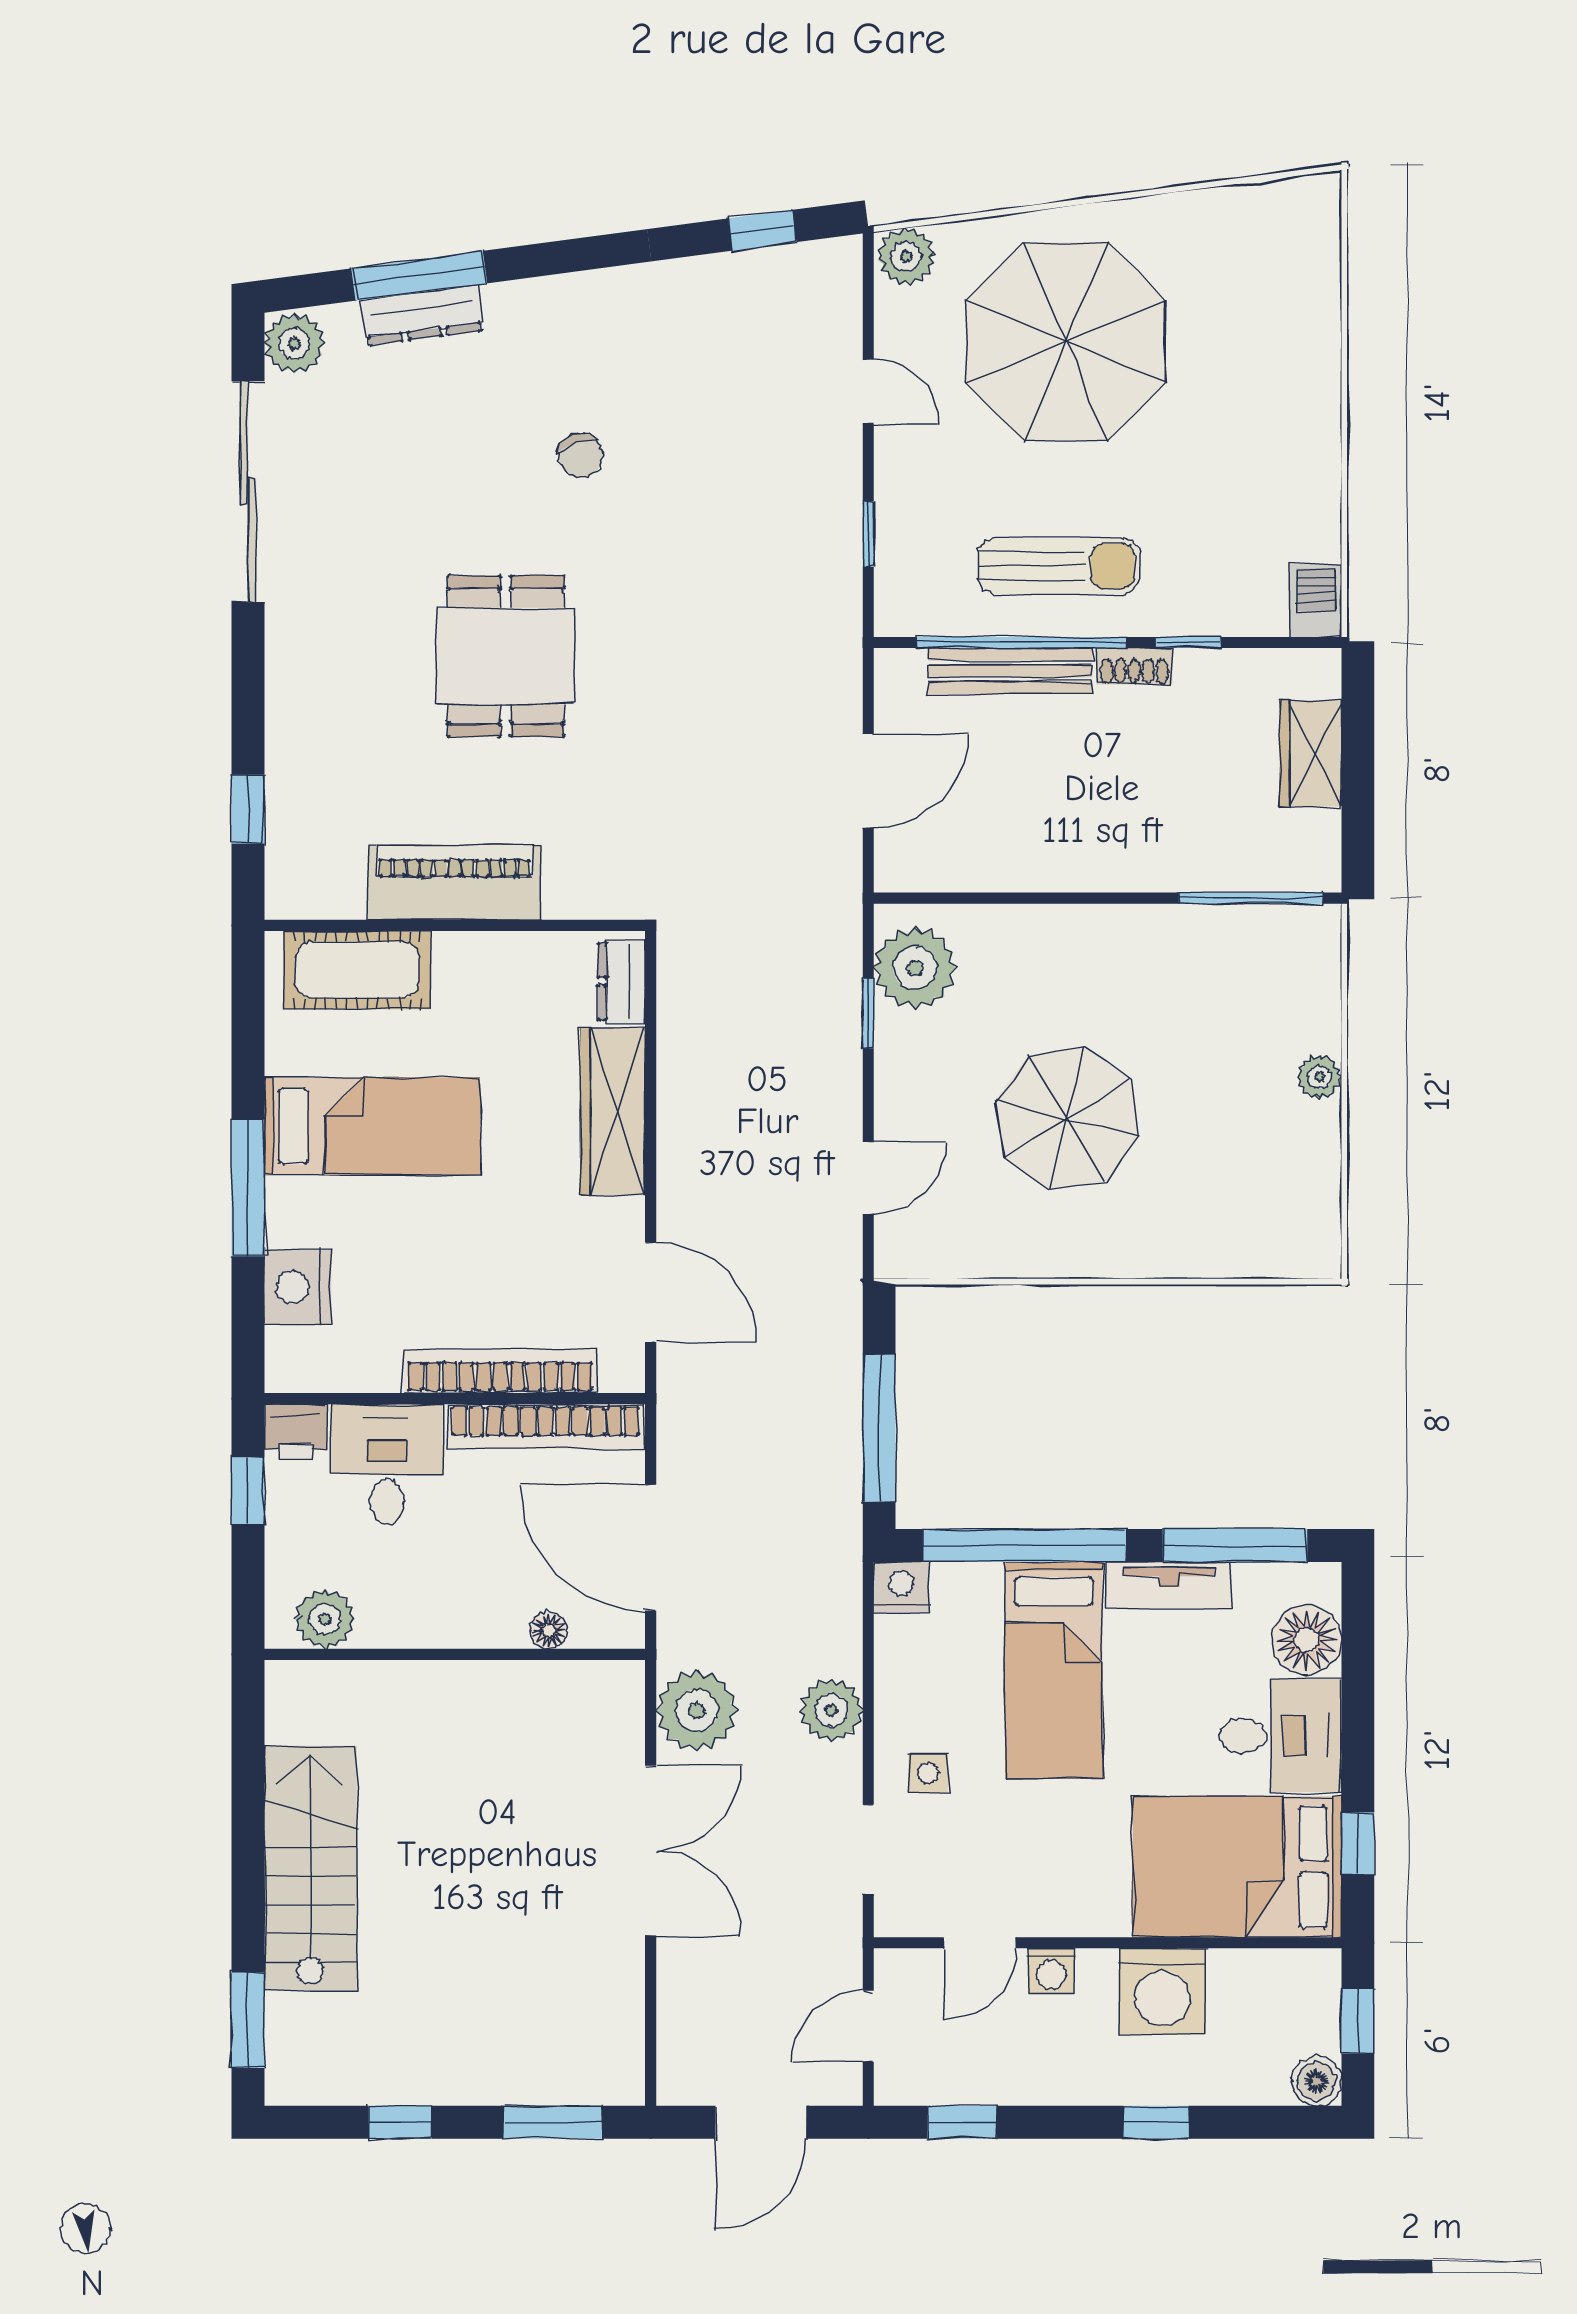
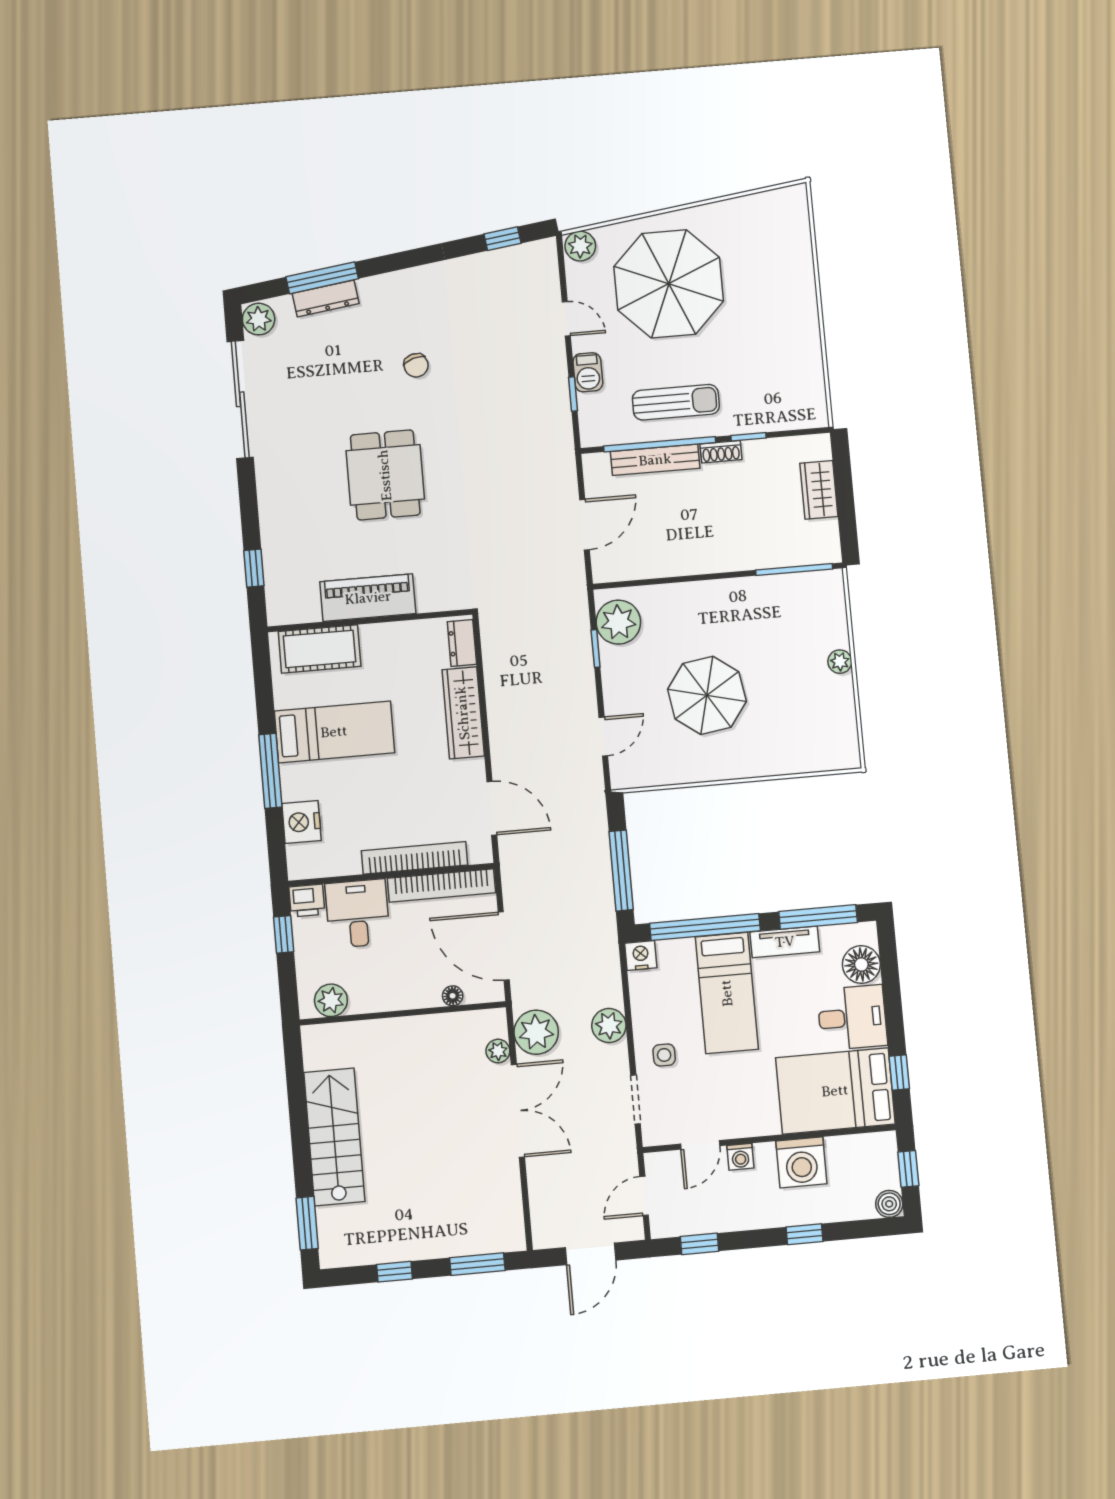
barbecue: (1316, 601) -> (588, 372), moved, turned 180
plant: (623, 1739) -> (498, 1051), added

